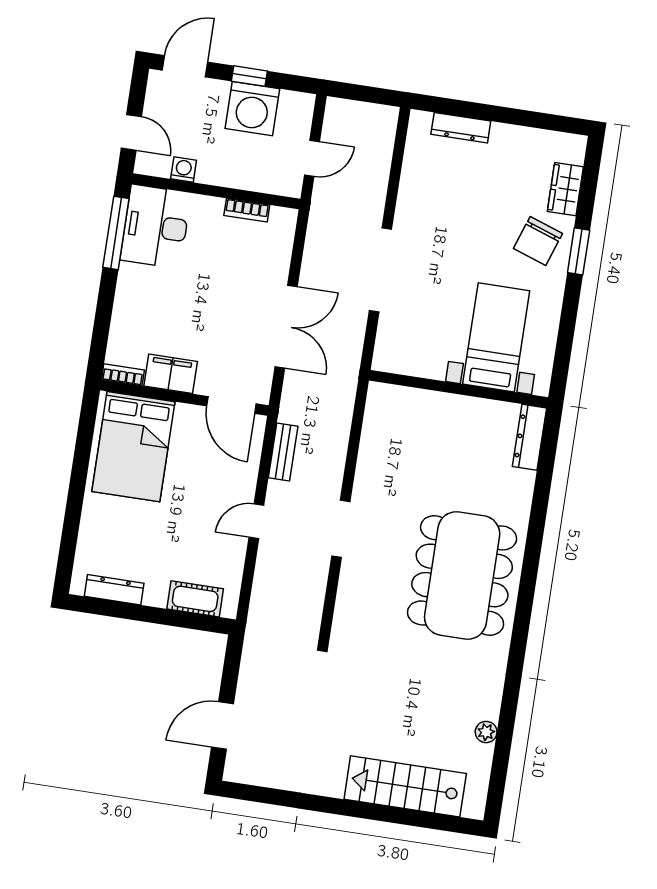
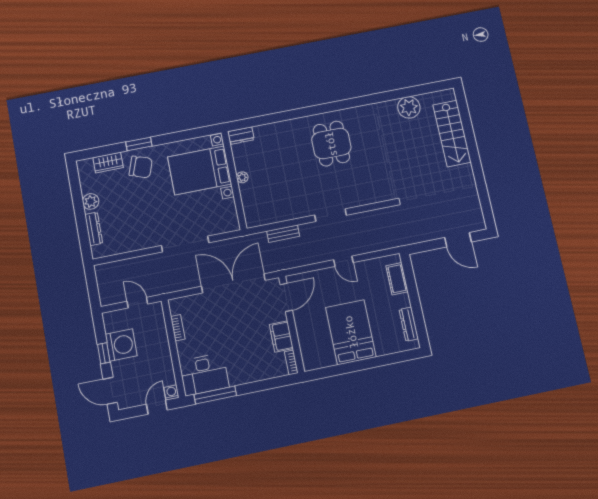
plant: (509, 138) -> (91, 201), added
washing machine: (184, 170) -> (171, 393), moved, turned 90
double door: (286, 327) -> (233, 283), width x1.36
bed with nightstands: (496, 337) -> (200, 170), width x1.36
plant: (459, 404) -> (242, 177), added
dresser: (530, 437) -> (241, 136), width x0.70
bed: (133, 447) -> (351, 332), moved, turned -90
bench: (283, 452) -> (283, 234), moved
dining table: (462, 575) -> (331, 144), width x0.53, depth x0.80
plant: (486, 732) -> (409, 107), width x1.87, depth x1.87

